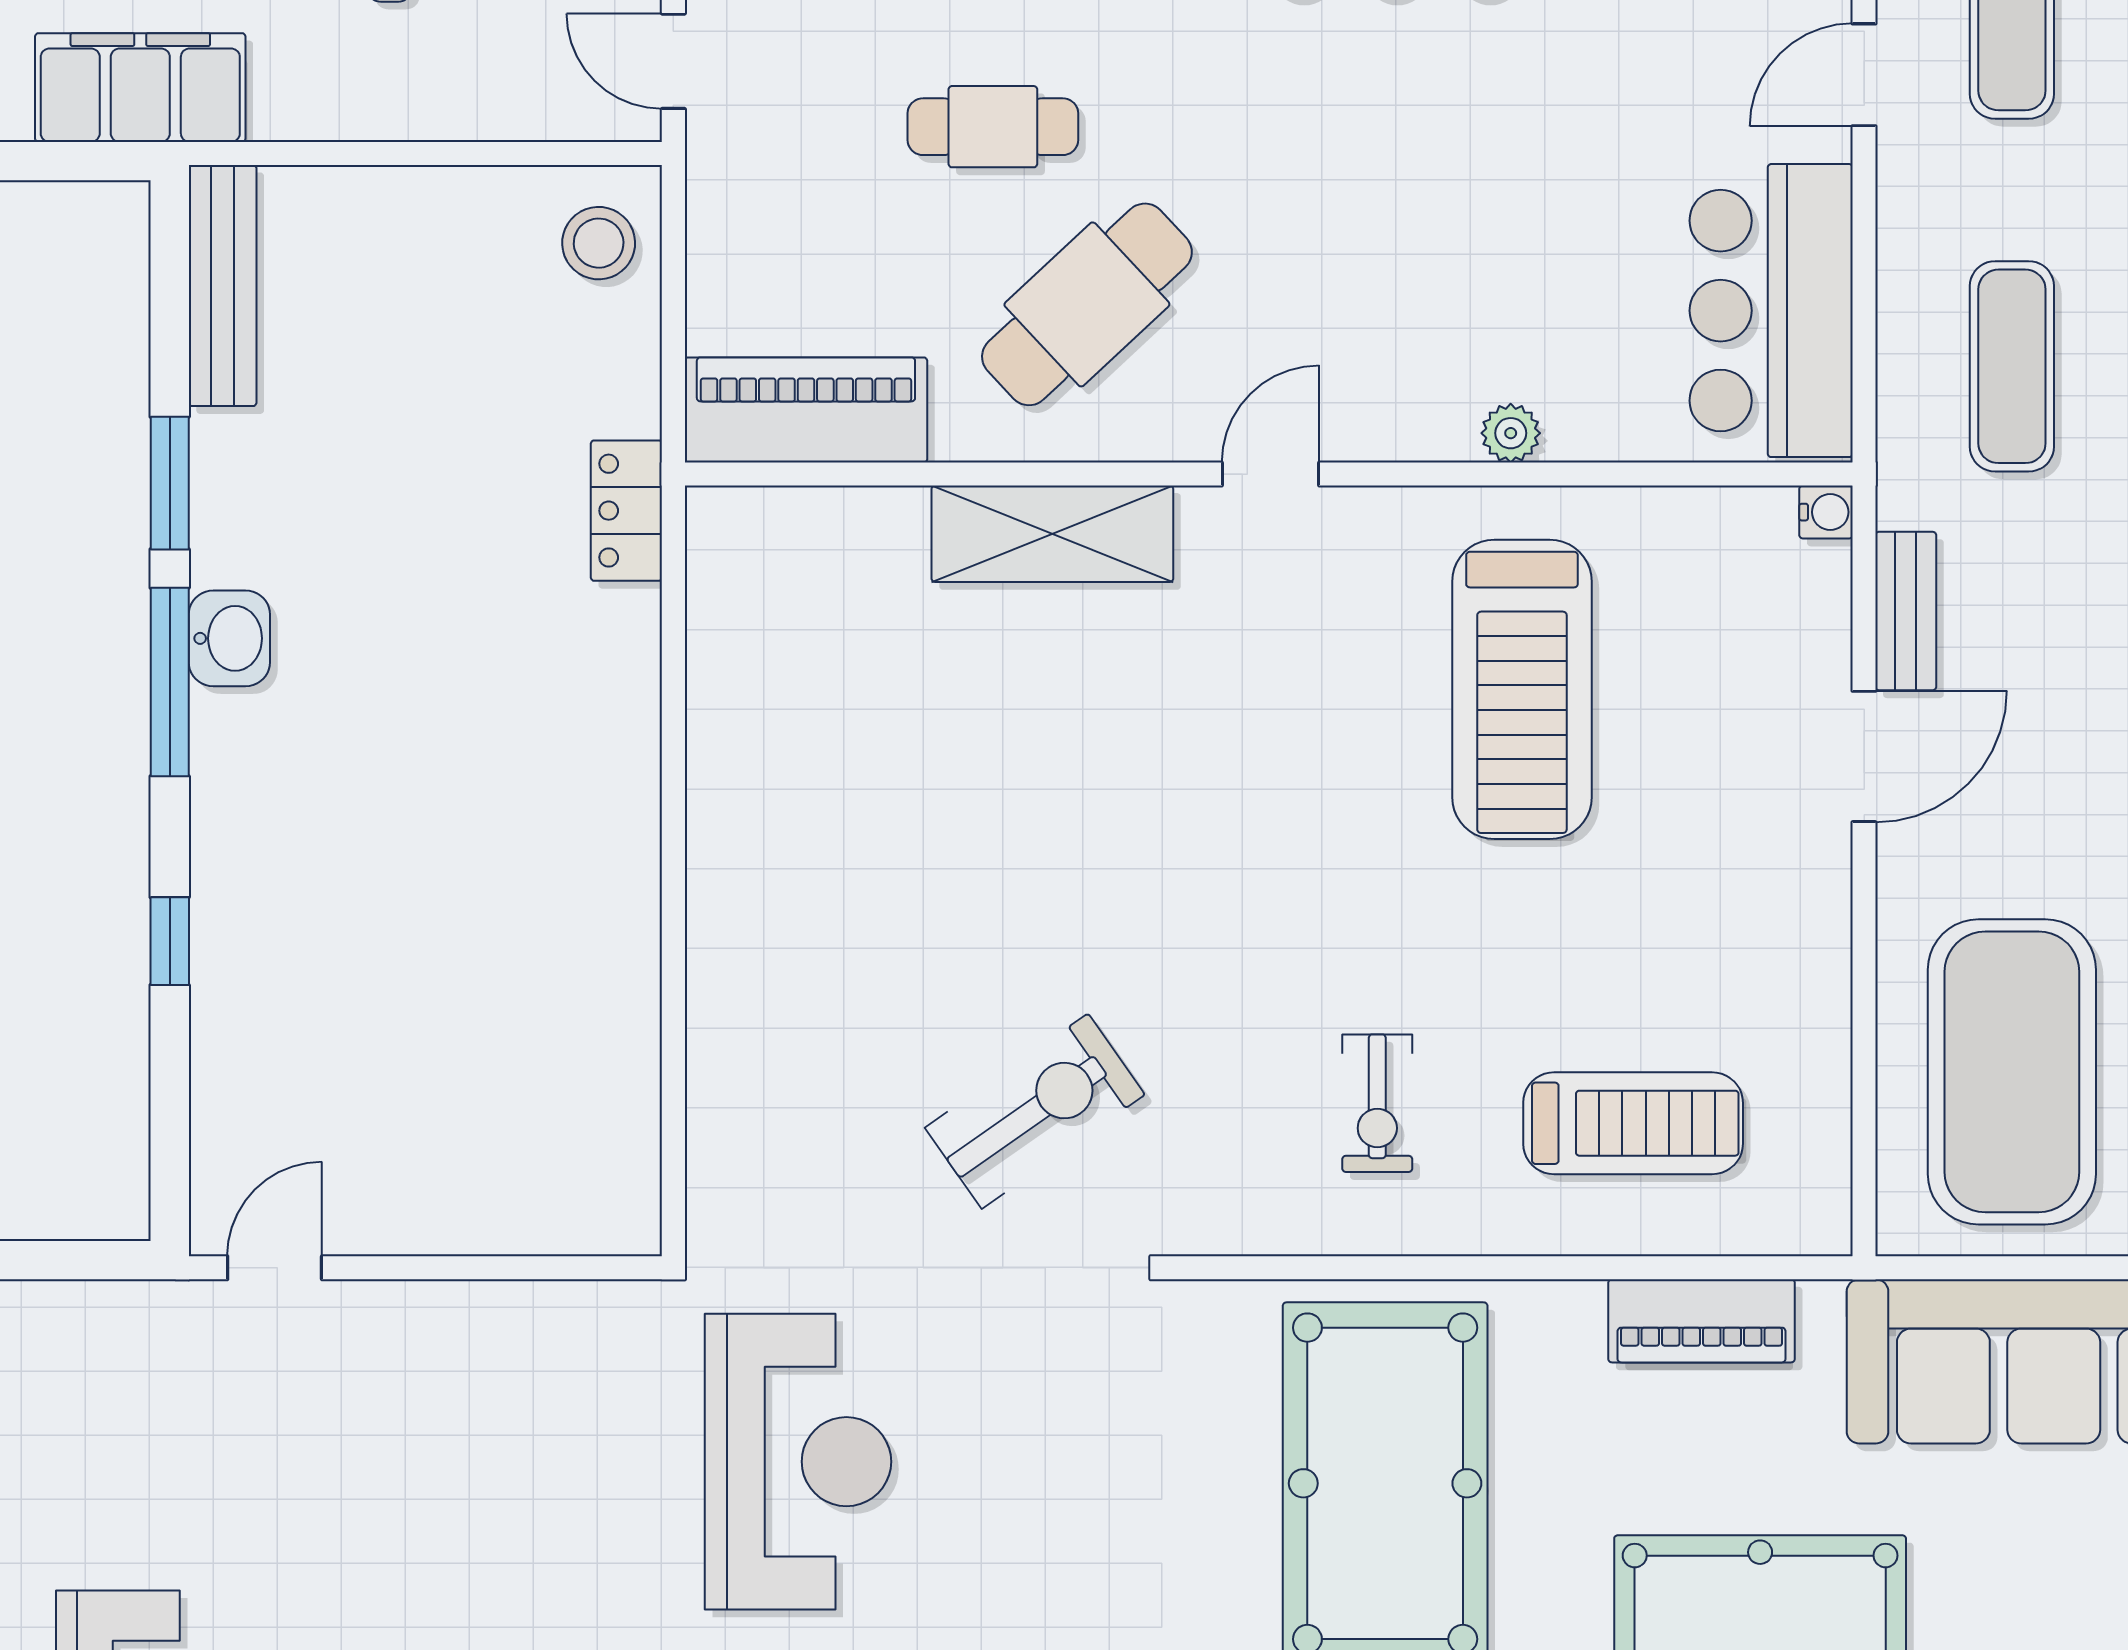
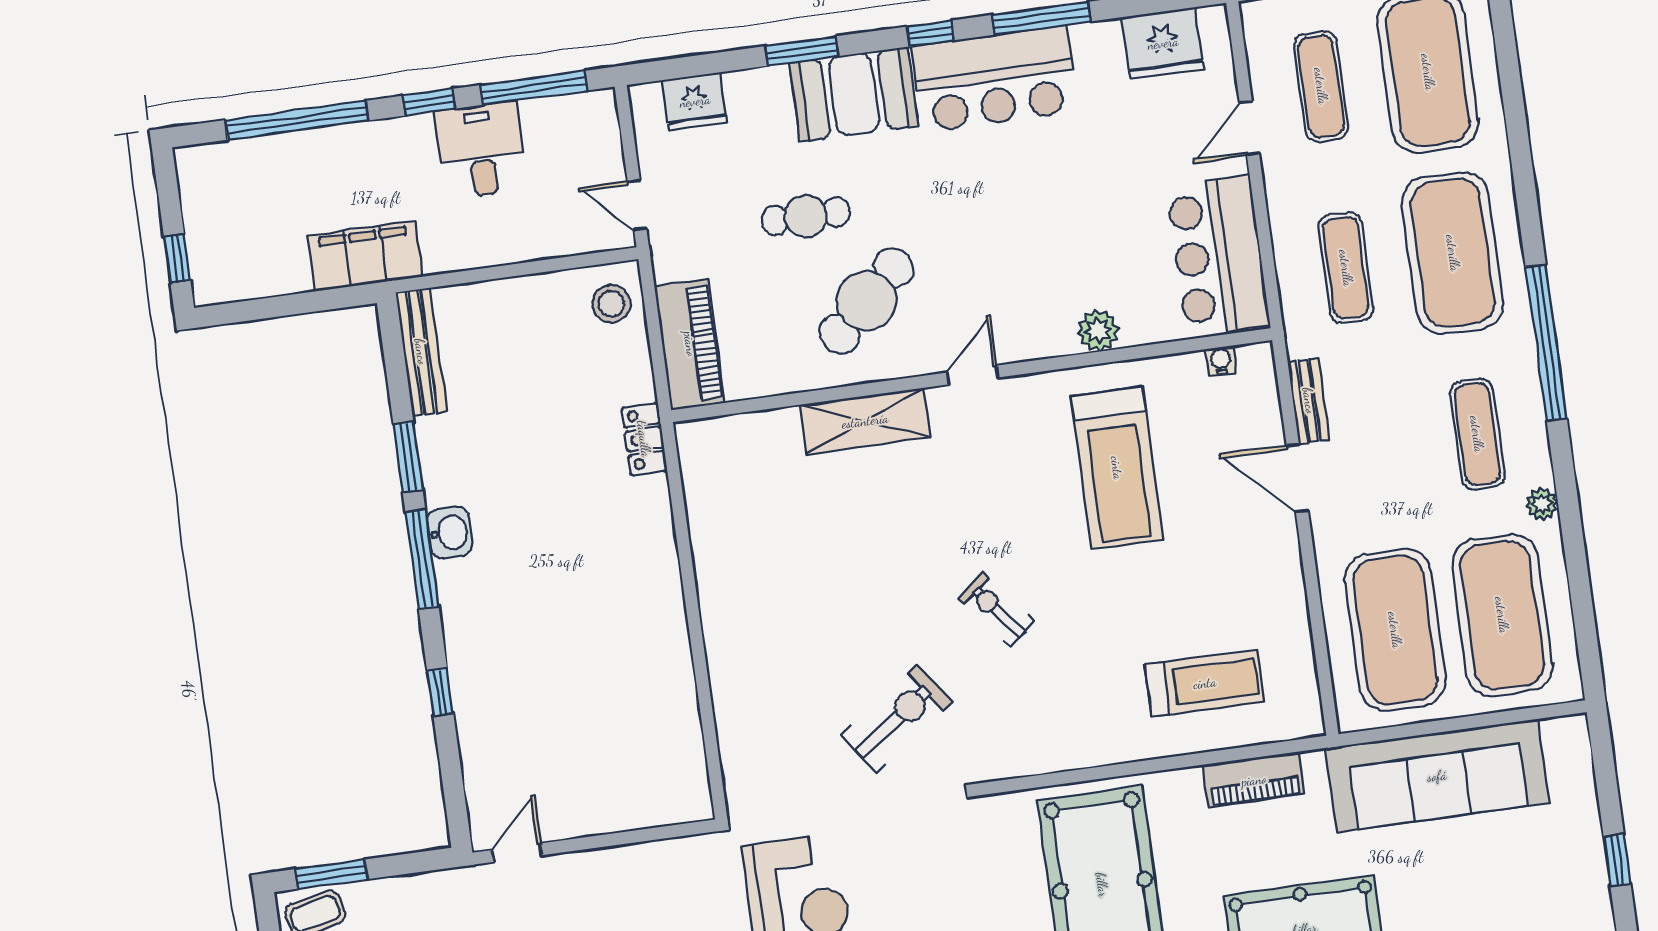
piano: (806, 410) -> (690, 344), moved, turned 90
plant: (1511, 433) -> (1098, 331), width x1.38, depth x1.38
water cooler: (1826, 512) -> (1221, 361), moved, turned -90
door: (1864, 756) -> (1297, 478), swing flipped
exercise bike: (1377, 1103) -> (997, 610), moved, turned 141

